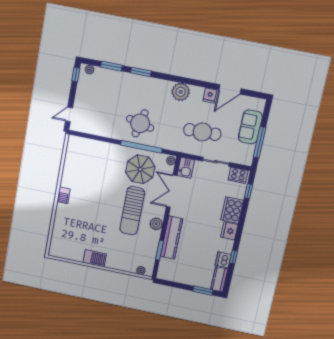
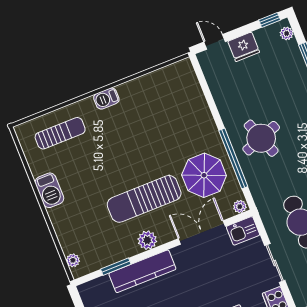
fridge: (82, 100) -> (244, 47), added
round table: (140, 123) -> (261, 138), turned -33
sun lounger: (67, 232) -> (60, 133), added

